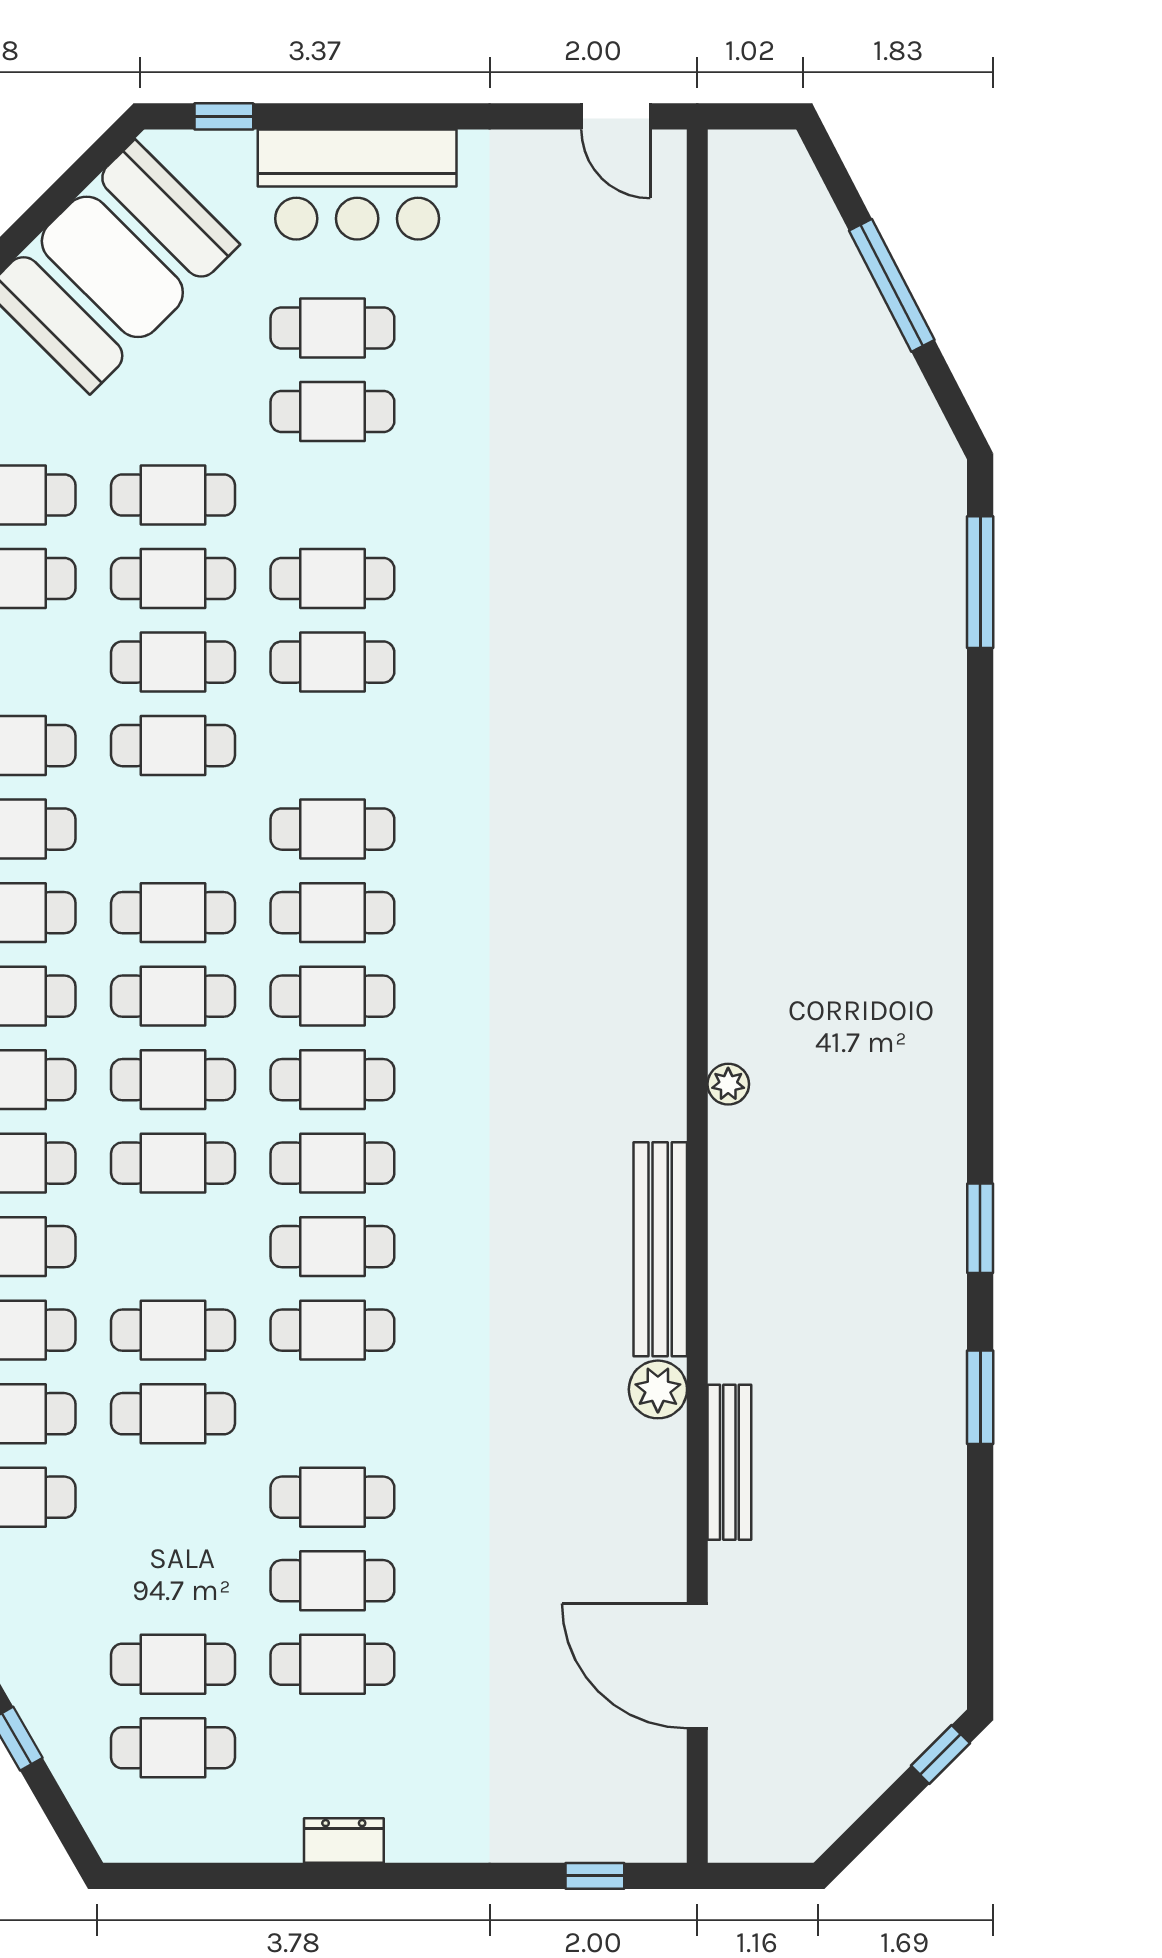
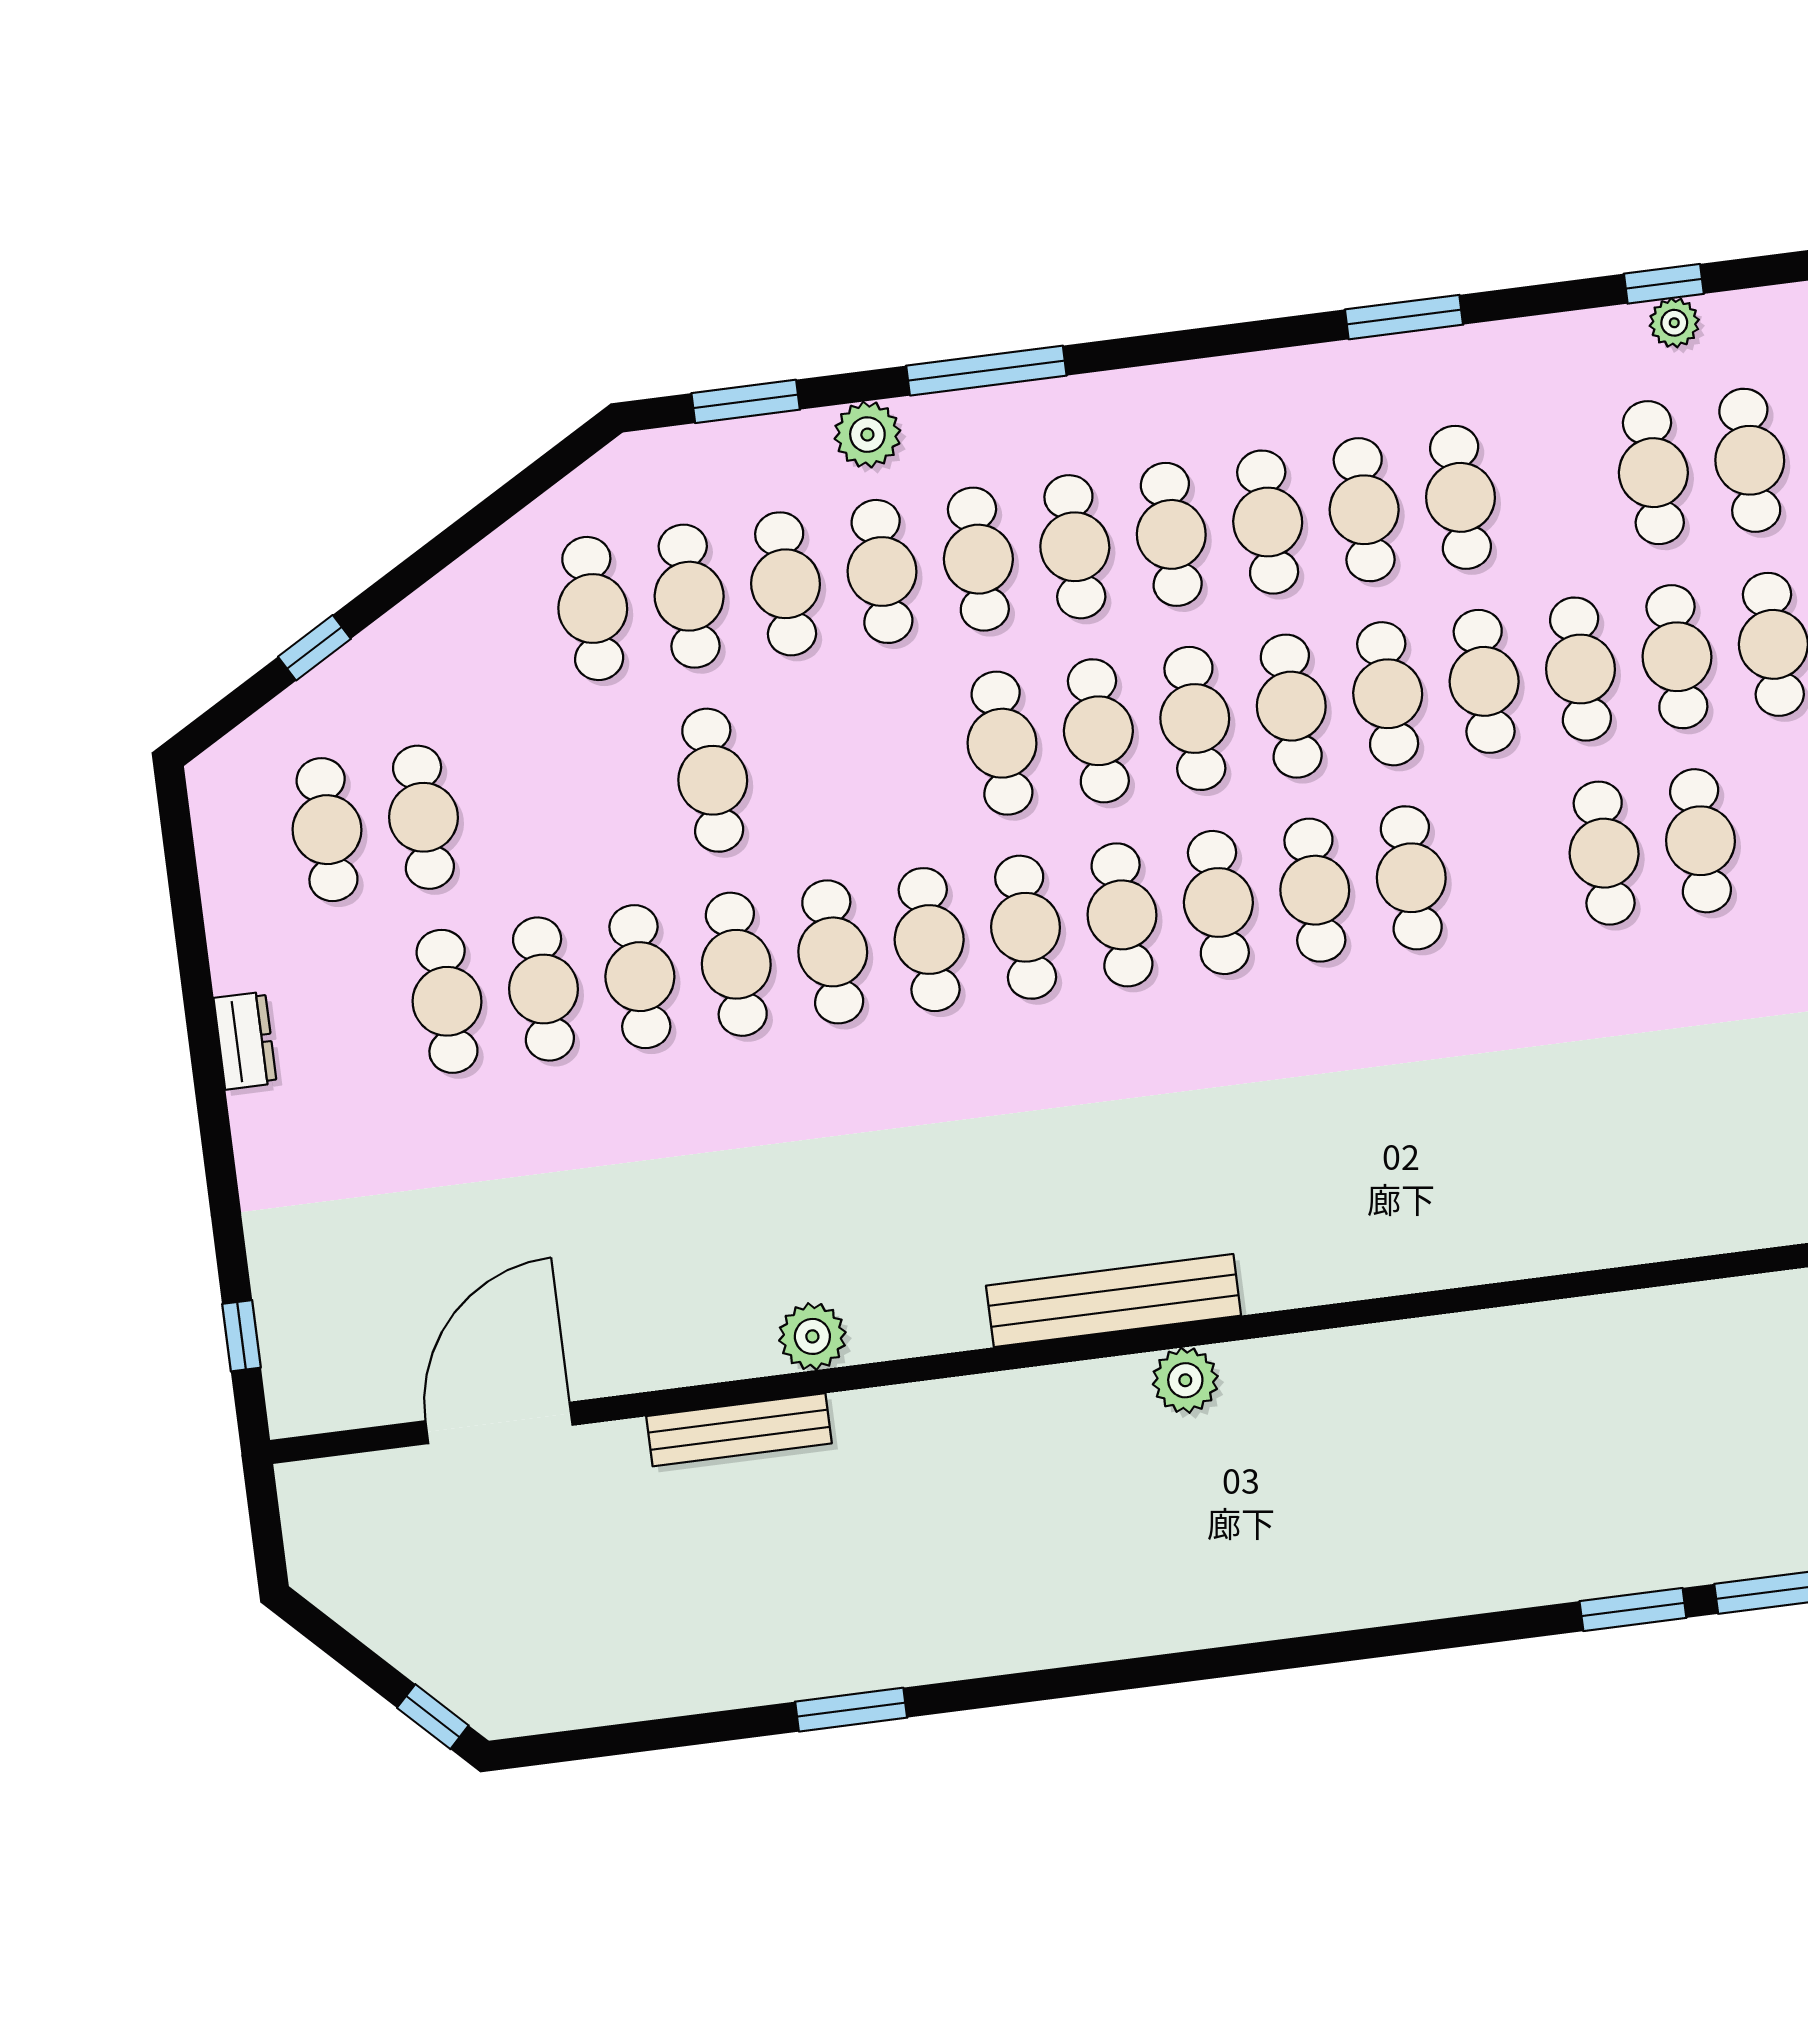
cafe table: (173, 829) -> (1388, 694), added
plant: (728, 1084) -> (1185, 1380), width x1.38, depth x1.38
window: (980, 1228) -> (1633, 1609), moved
bench: (660, 1249) -> (1114, 1301), moved
cafe table: (173, 1330) -> (736, 964), moved

